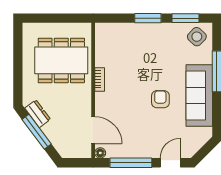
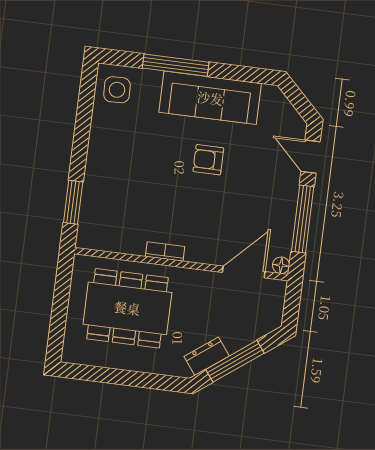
window: (148, 18) -> (73, 202), moved
window: (186, 18) -> (86, 104), removed
side table: (197, 37) -> (117, 90), turned 45
dining table: (61, 60) -> (127, 308), turned 90

